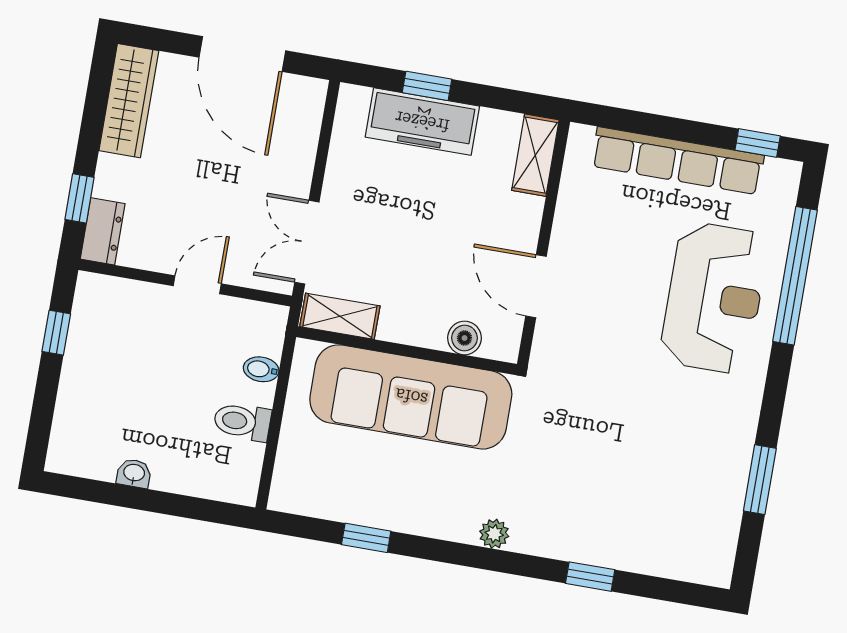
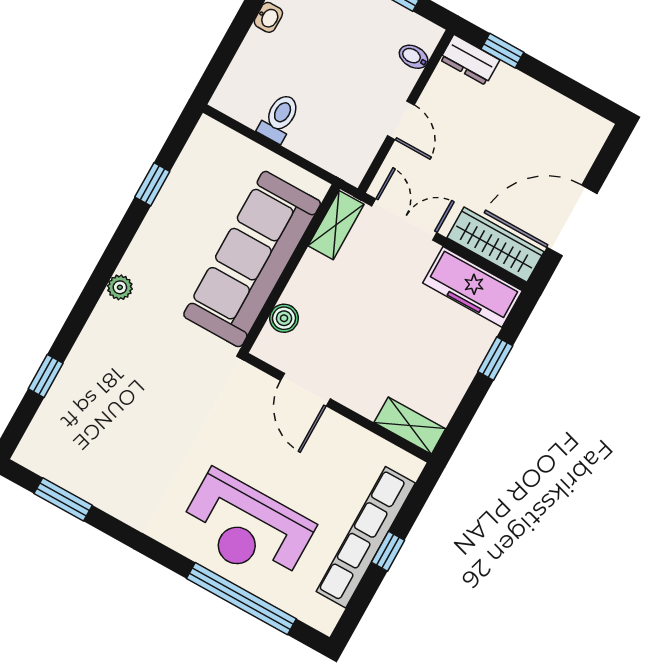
wardrobe: (129, 101) -> (496, 245), moved, turned 180
freezer: (422, 122) -> (473, 287), moved, turned -90
window: (758, 143) -> (388, 551), moved
door: (536, 286) -> (305, 390), swing flipped
bidet: (261, 369) -> (414, 57), moved, turned -90
window: (760, 480) -> (63, 499), moved
window: (590, 577) -> (46, 376), moved

